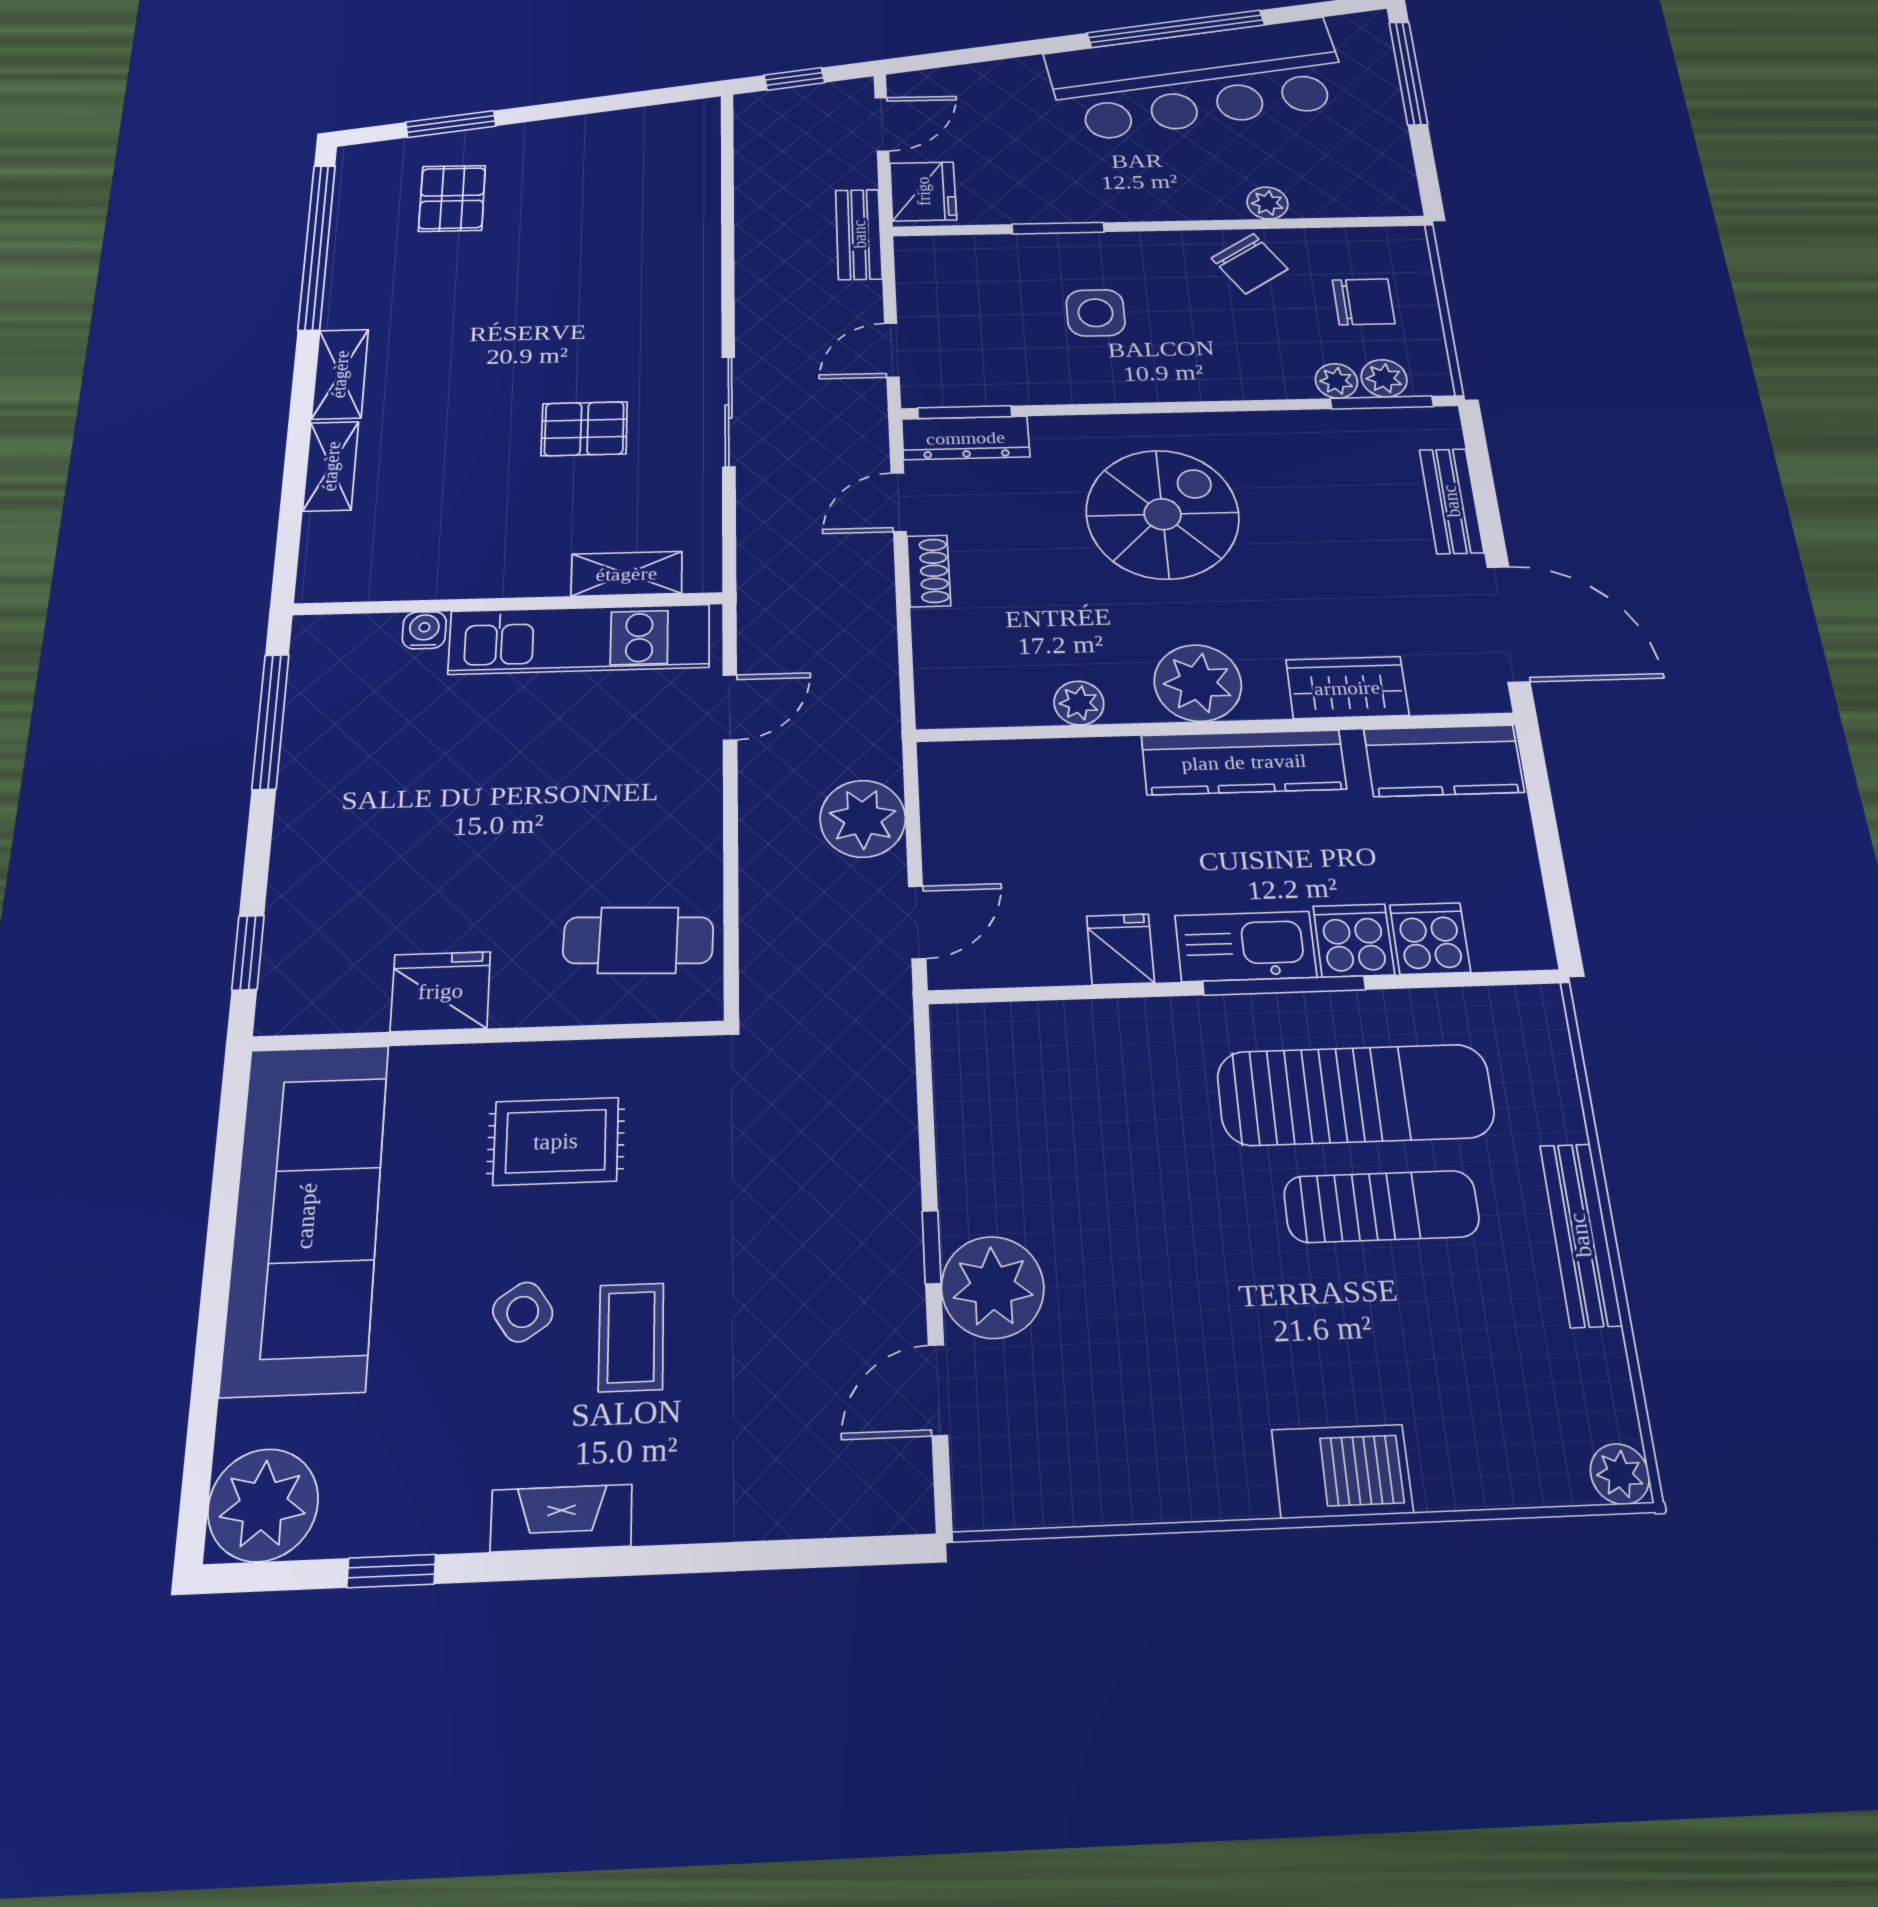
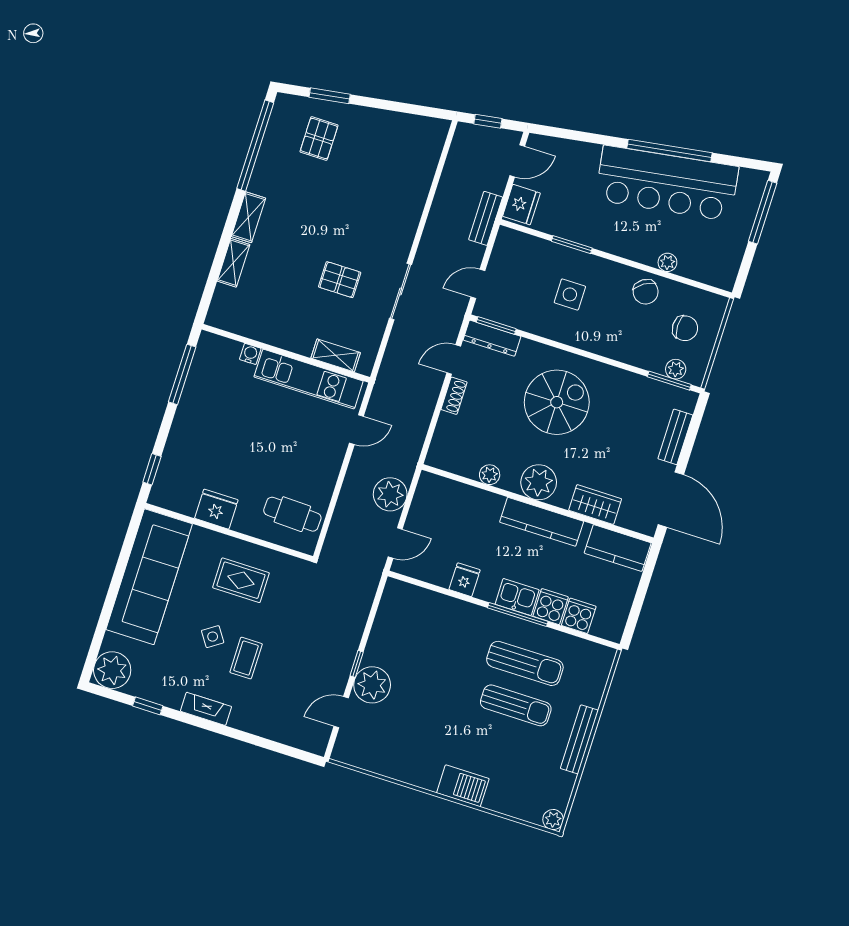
plant: (1336, 381) -> (655, 364), removed
kitchen sink: (1246, 946) -> (517, 597), width x0.73
sun lounger: (1356, 1095) -> (525, 663), width x0.73, depth x0.75

